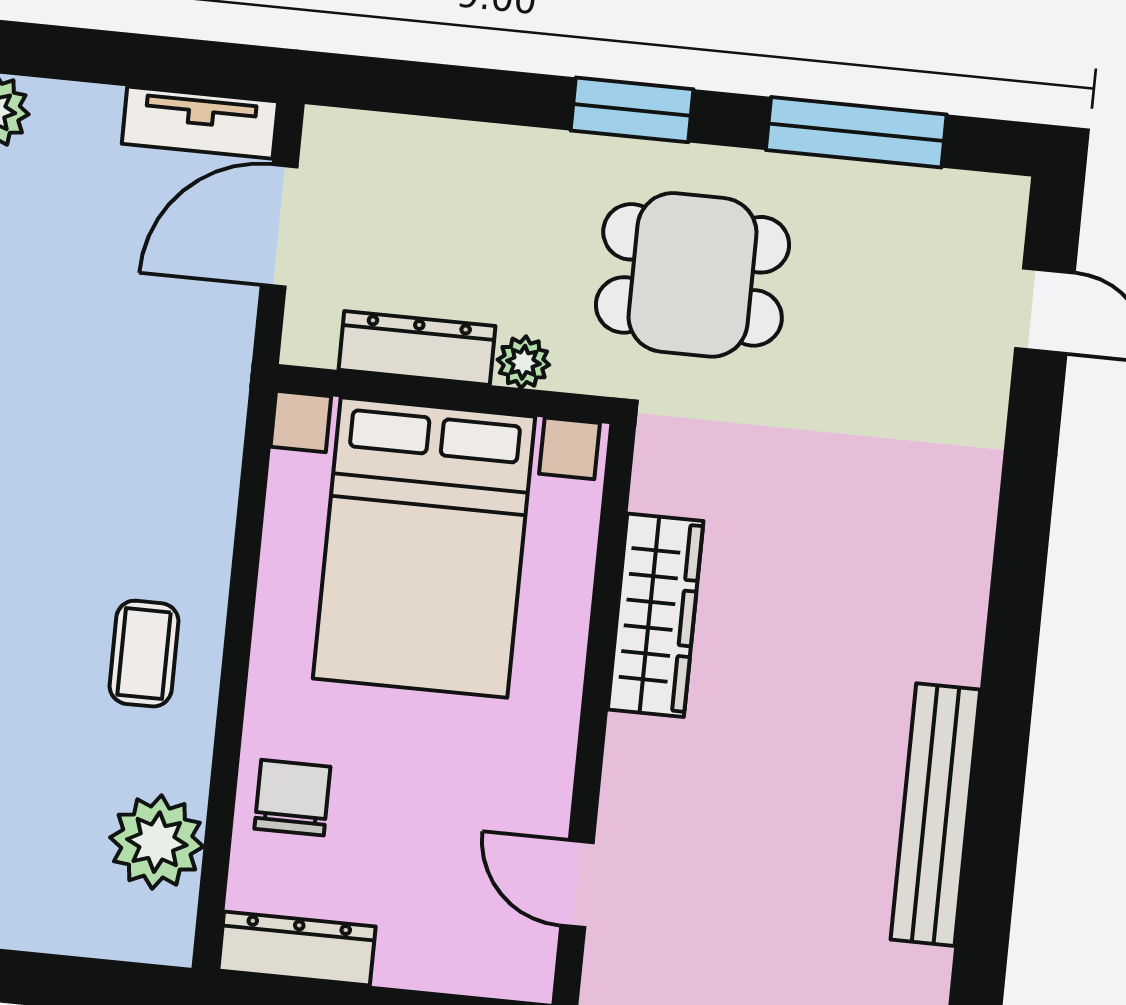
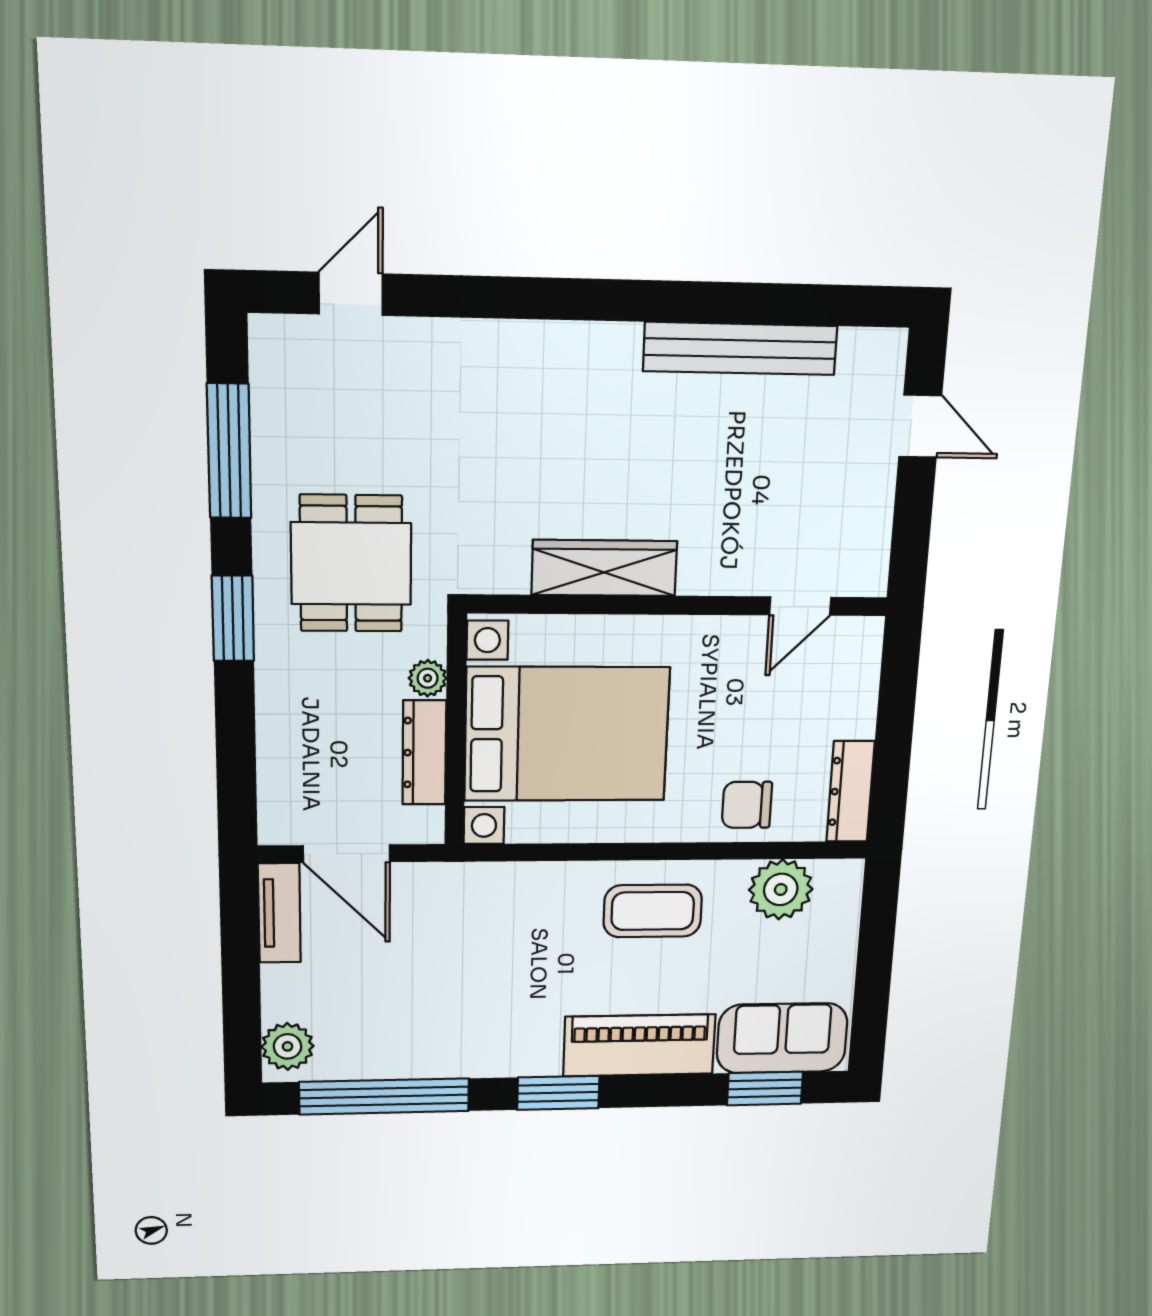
coffee table: (144, 654) -> (653, 911), width x1.36, depth x1.30

